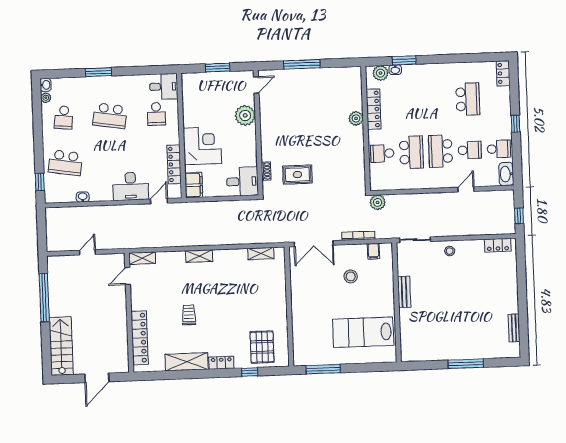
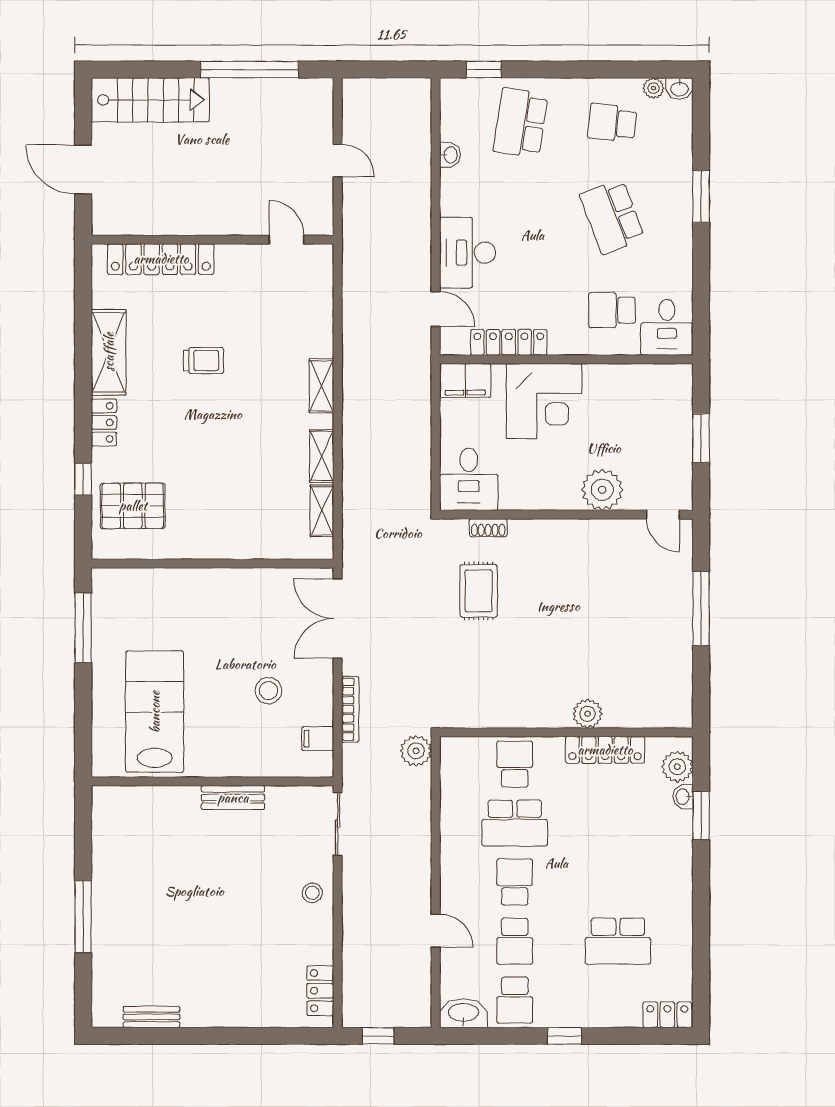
school desk: (110, 116) -> (612, 216), turned -30
school desk: (441, 151) -> (515, 882), width x0.54
shelving: (142, 258) -> (322, 456), moved

